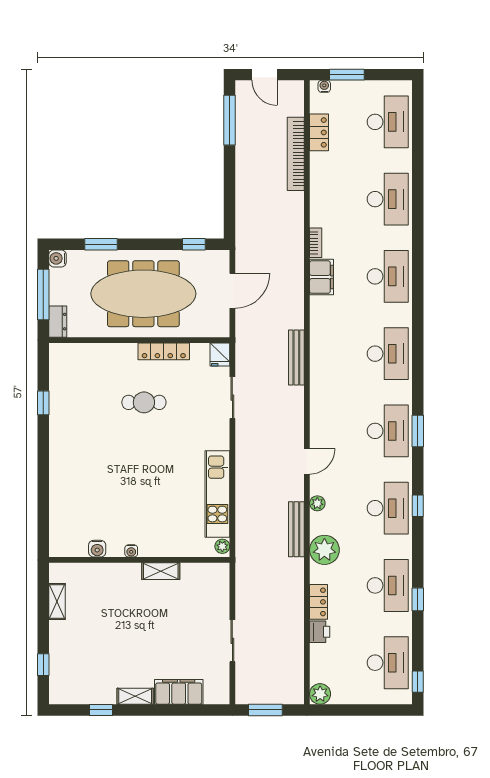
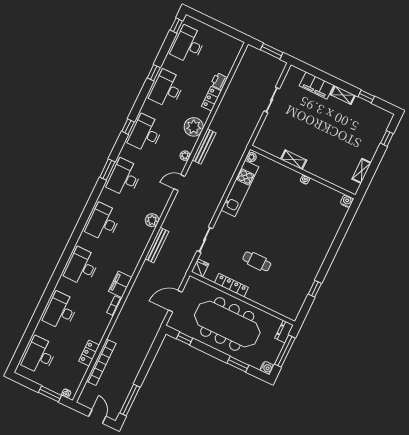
locker: (319, 132) -> (89, 353), moved
water cooler: (97, 549) -> (347, 201), moved
plant: (320, 694) -> (152, 220), moved

